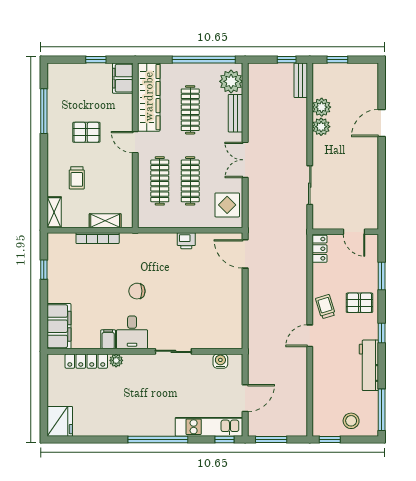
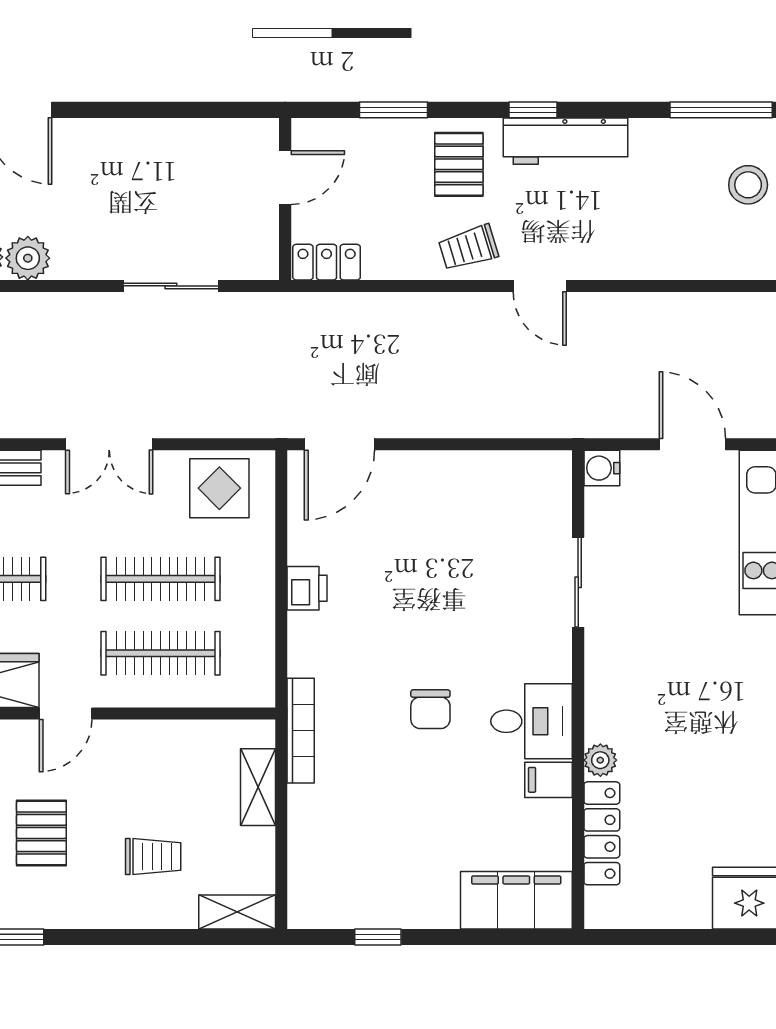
bookcase: (98, 238) -> (301, 731), moved
sliding door: (173, 351) -> (578, 582), moved
water cooler: (220, 361) -> (602, 468), moved
workbench: (369, 365) -> (565, 141), moved

